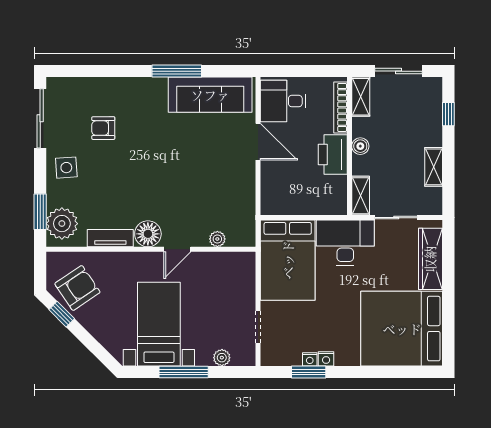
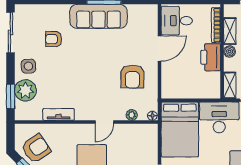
sofa: (210, 95) -> (98, 16), moved
shelving: (361, 97) -> (230, 31), moved
door: (258, 142) -> (160, 48), hinge flipped
armchair: (218, 183) -> (132, 77), added
plant: (62, 224) -> (25, 90), moved
floor lamp: (148, 234) -> (152, 116), moved, width x0.53, depth x0.53

